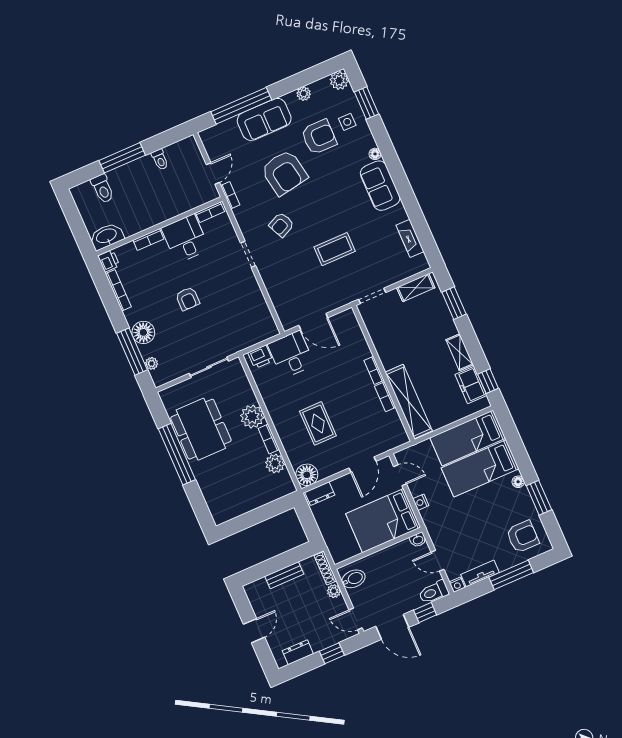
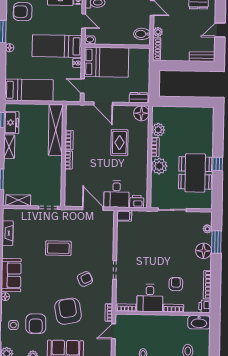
armchair: (319, 137) -> (36, 324), turned -90
armchair: (188, 299) -> (176, 284), moved
filing cabinet: (268, 331) -> (124, 216), added
window: (132, 352) -> (216, 242), width x0.69
window: (177, 454) -> (218, 164), width x0.32
door: (362, 465) -> (103, 104), swing flipped
bed: (480, 468) -> (57, 46), moved, turned 180
bench: (284, 575) -> (202, 57), moved

